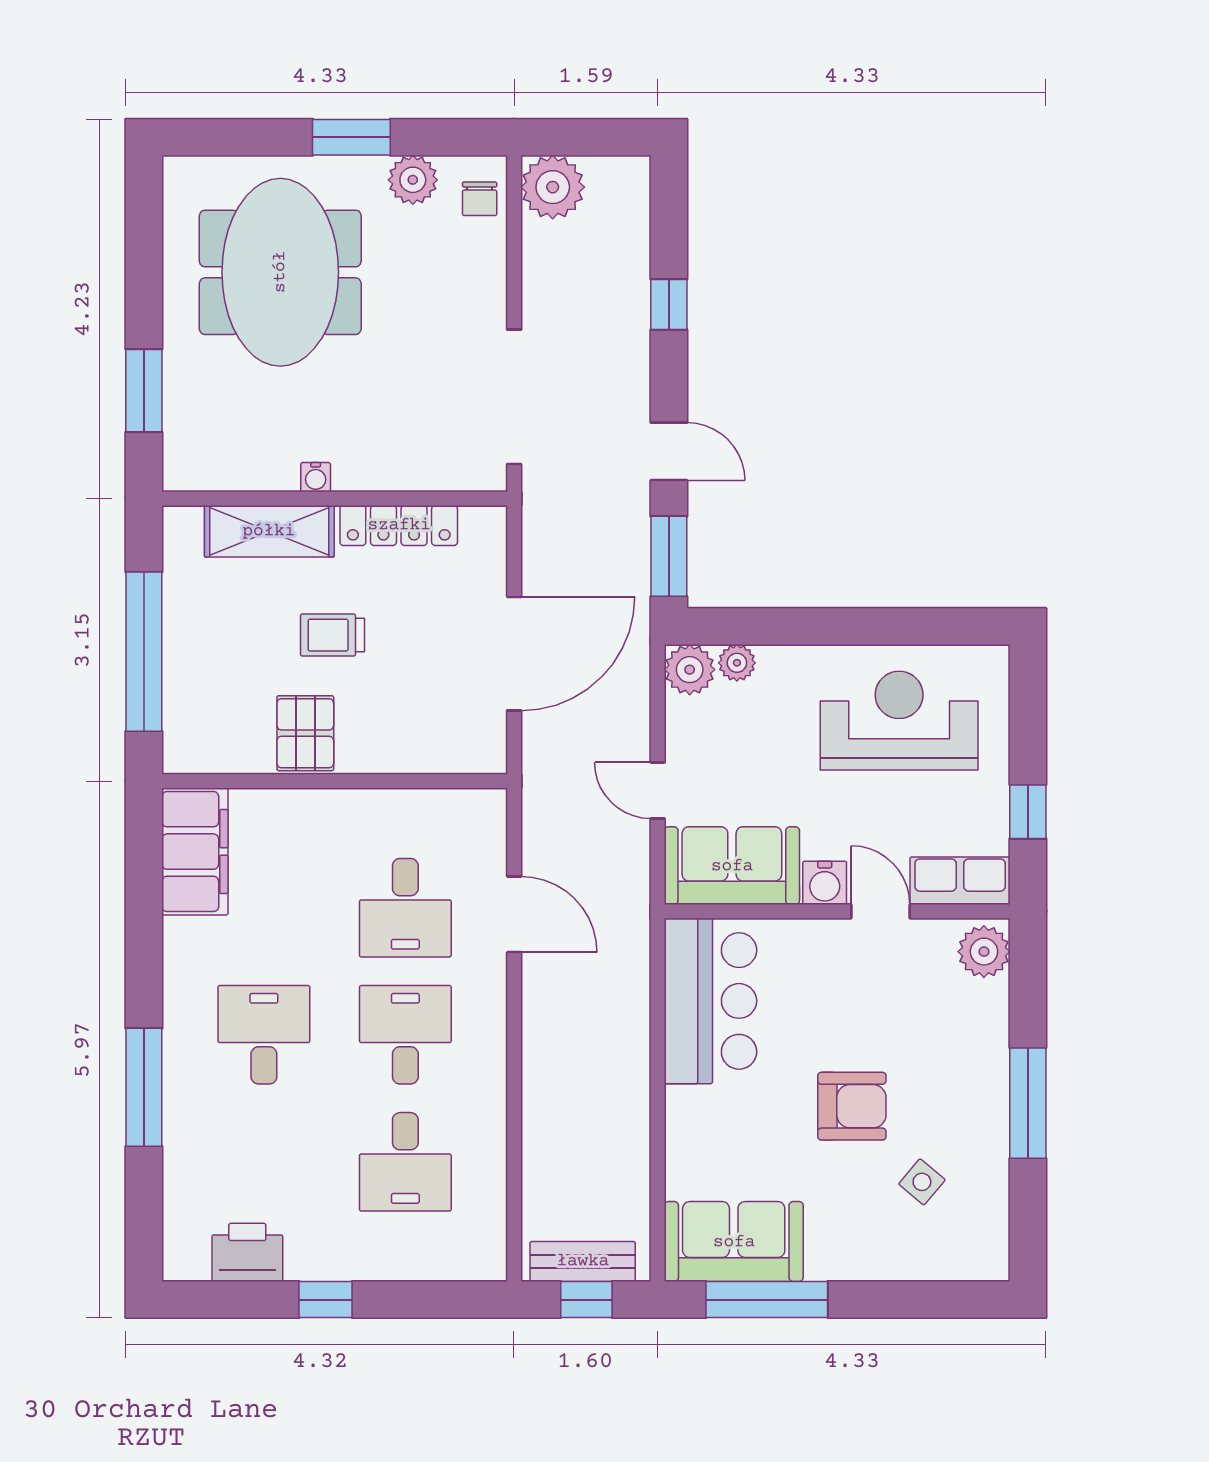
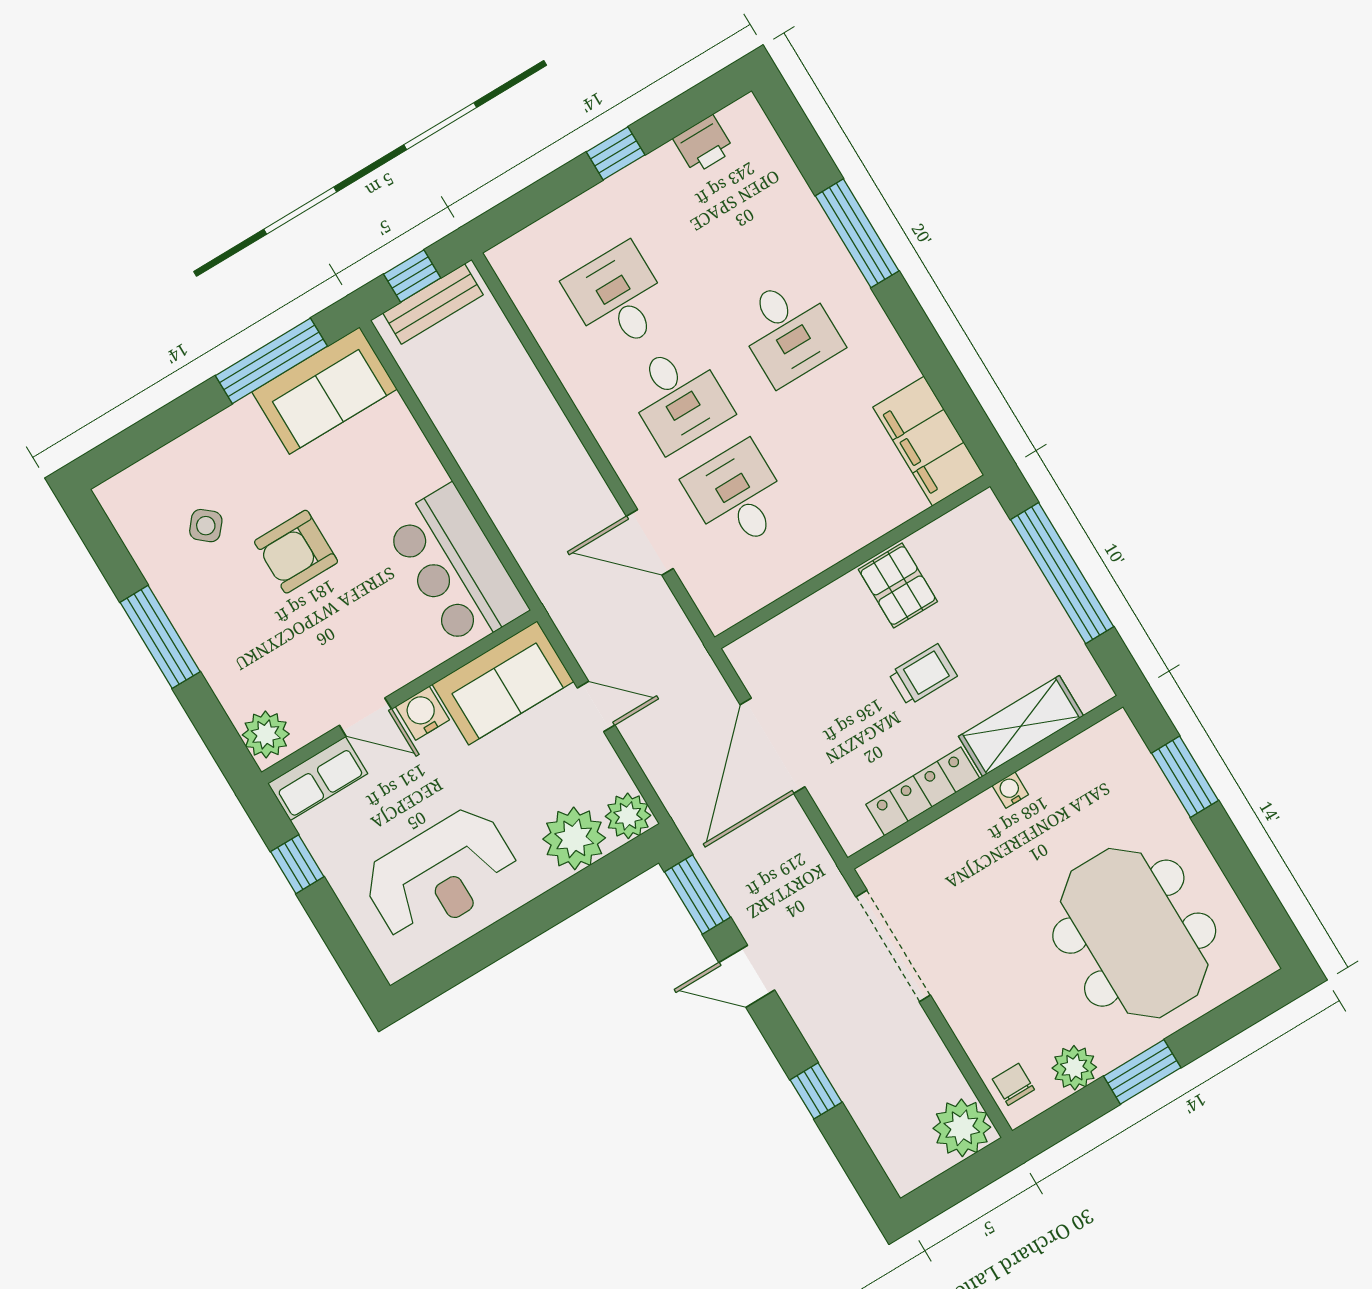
plant: (737, 663) -> (574, 838), width x1.88, depth x1.88
printer: (247, 1252) -> (703, 144), width x0.73, depth x0.81

